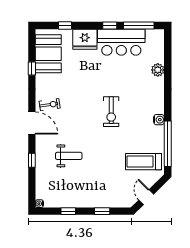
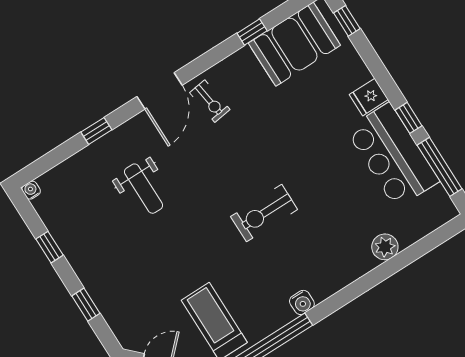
window: (65, 26) -> (347, 21), moved
fridge: (85, 39) -> (369, 97), width x0.53, depth x0.75

